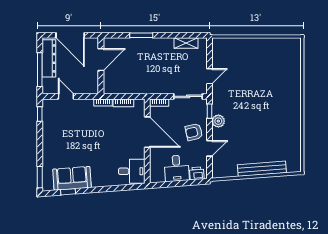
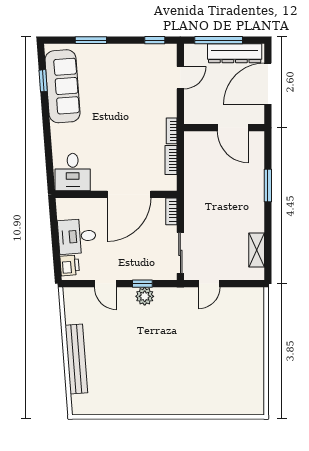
door: (209, 76) -> (209, 284), hinge flipped
window: (209, 111) -> (142, 284), moved
armchair: (194, 132) -> (129, 261), removed
window: (40, 177) -> (91, 40), moved
sofa: (72, 178) -> (63, 86), width x1.36

